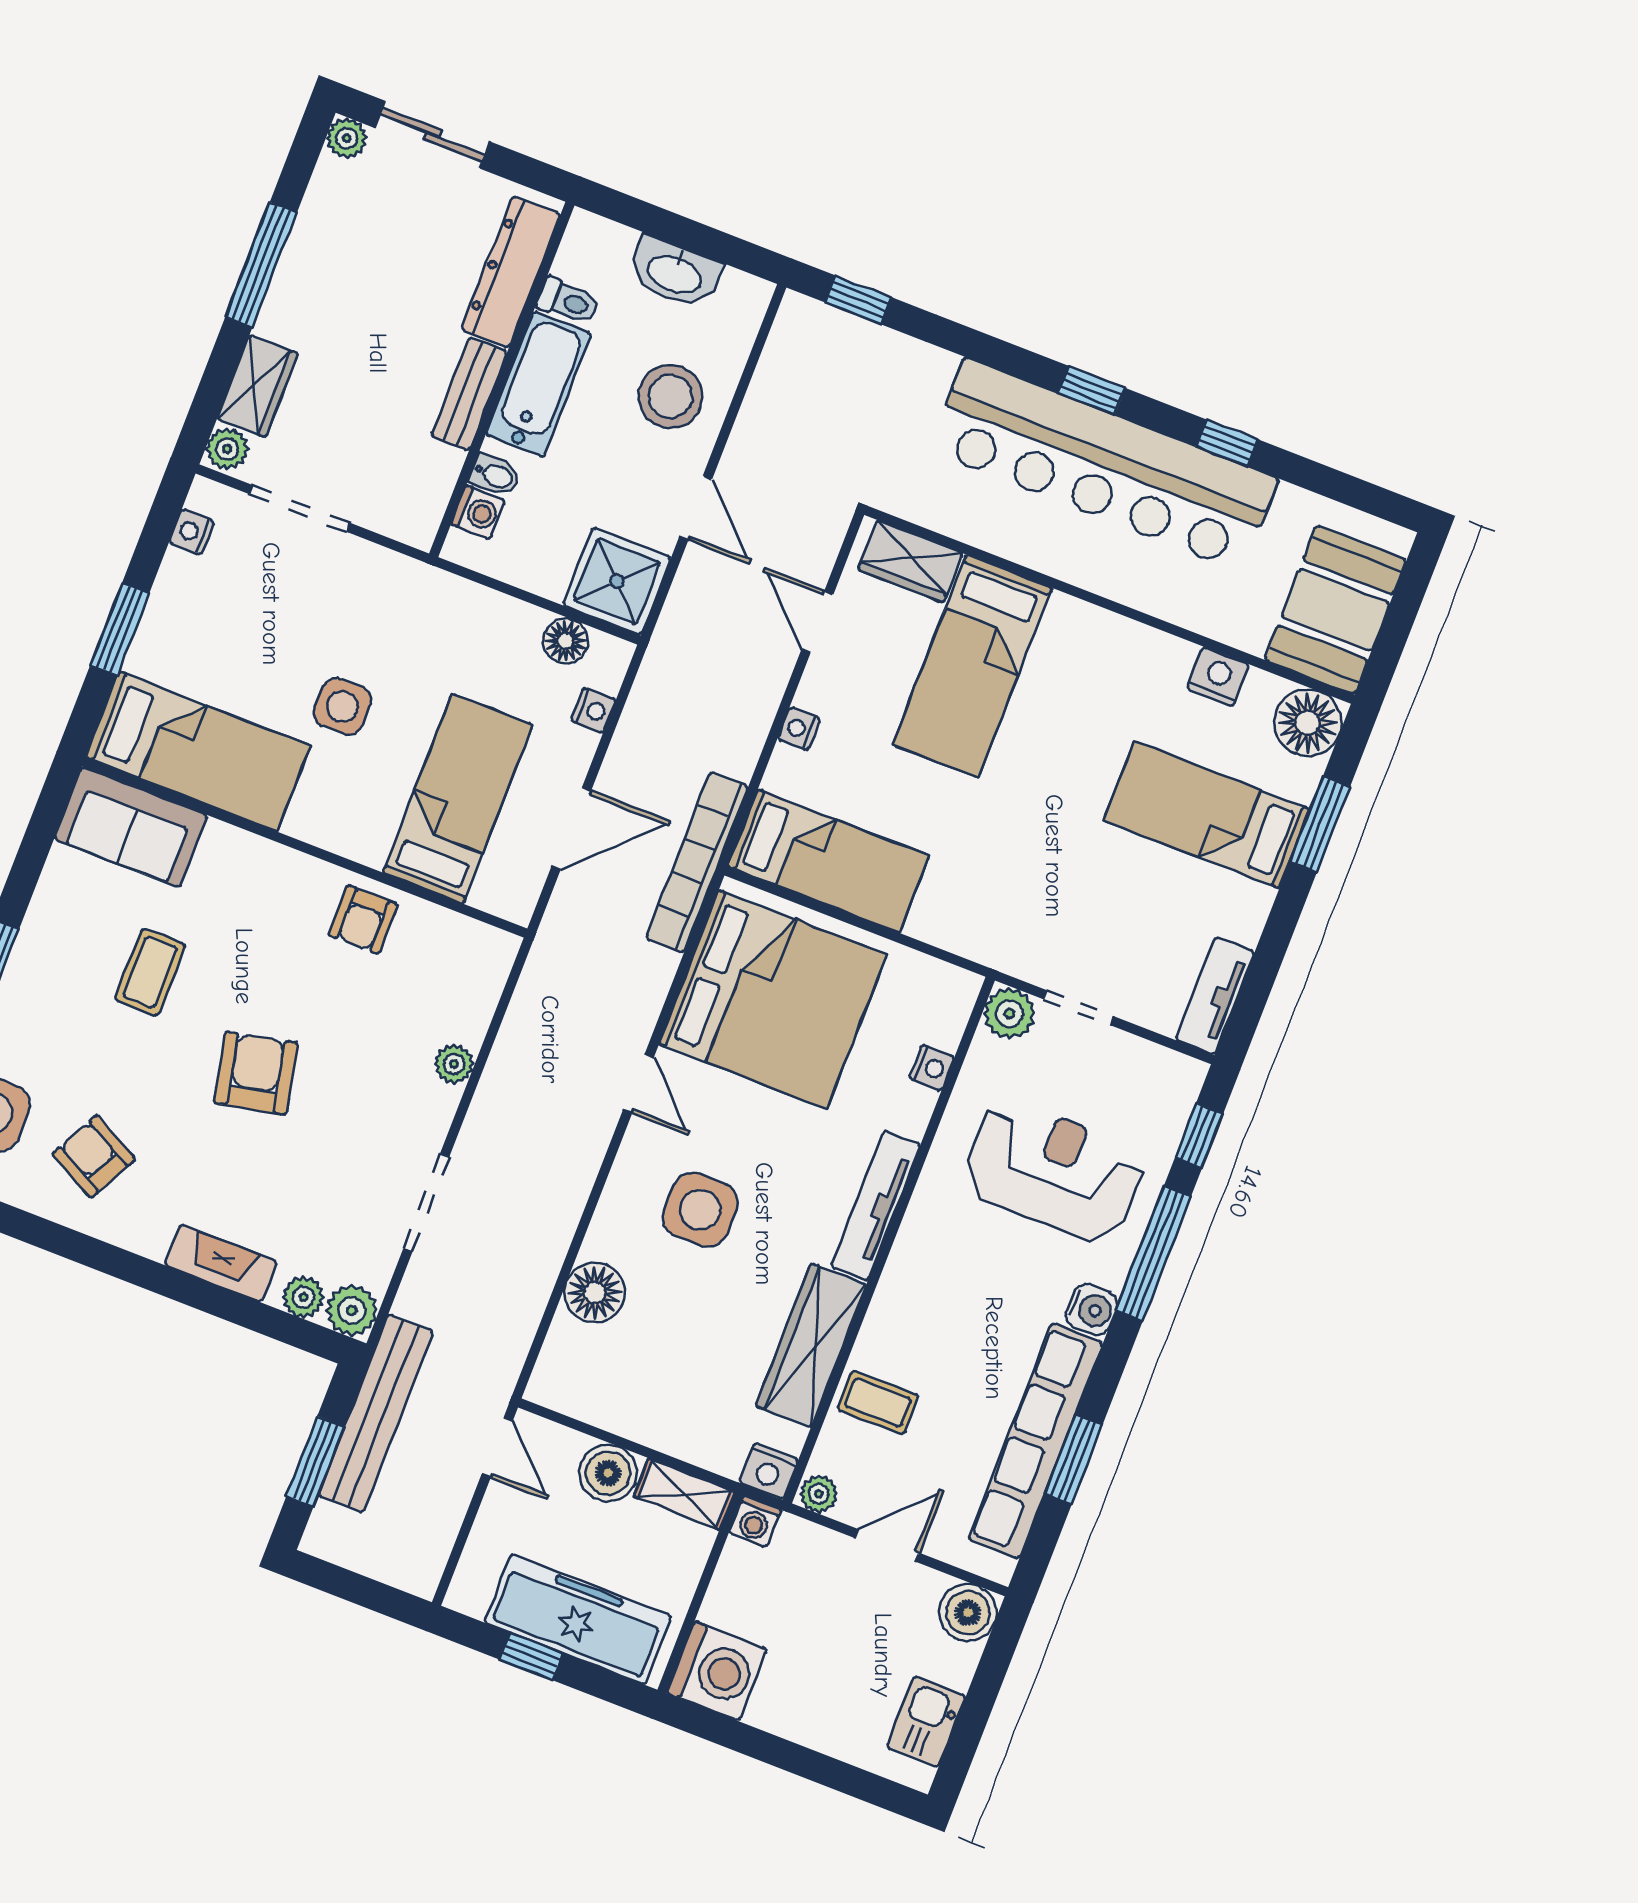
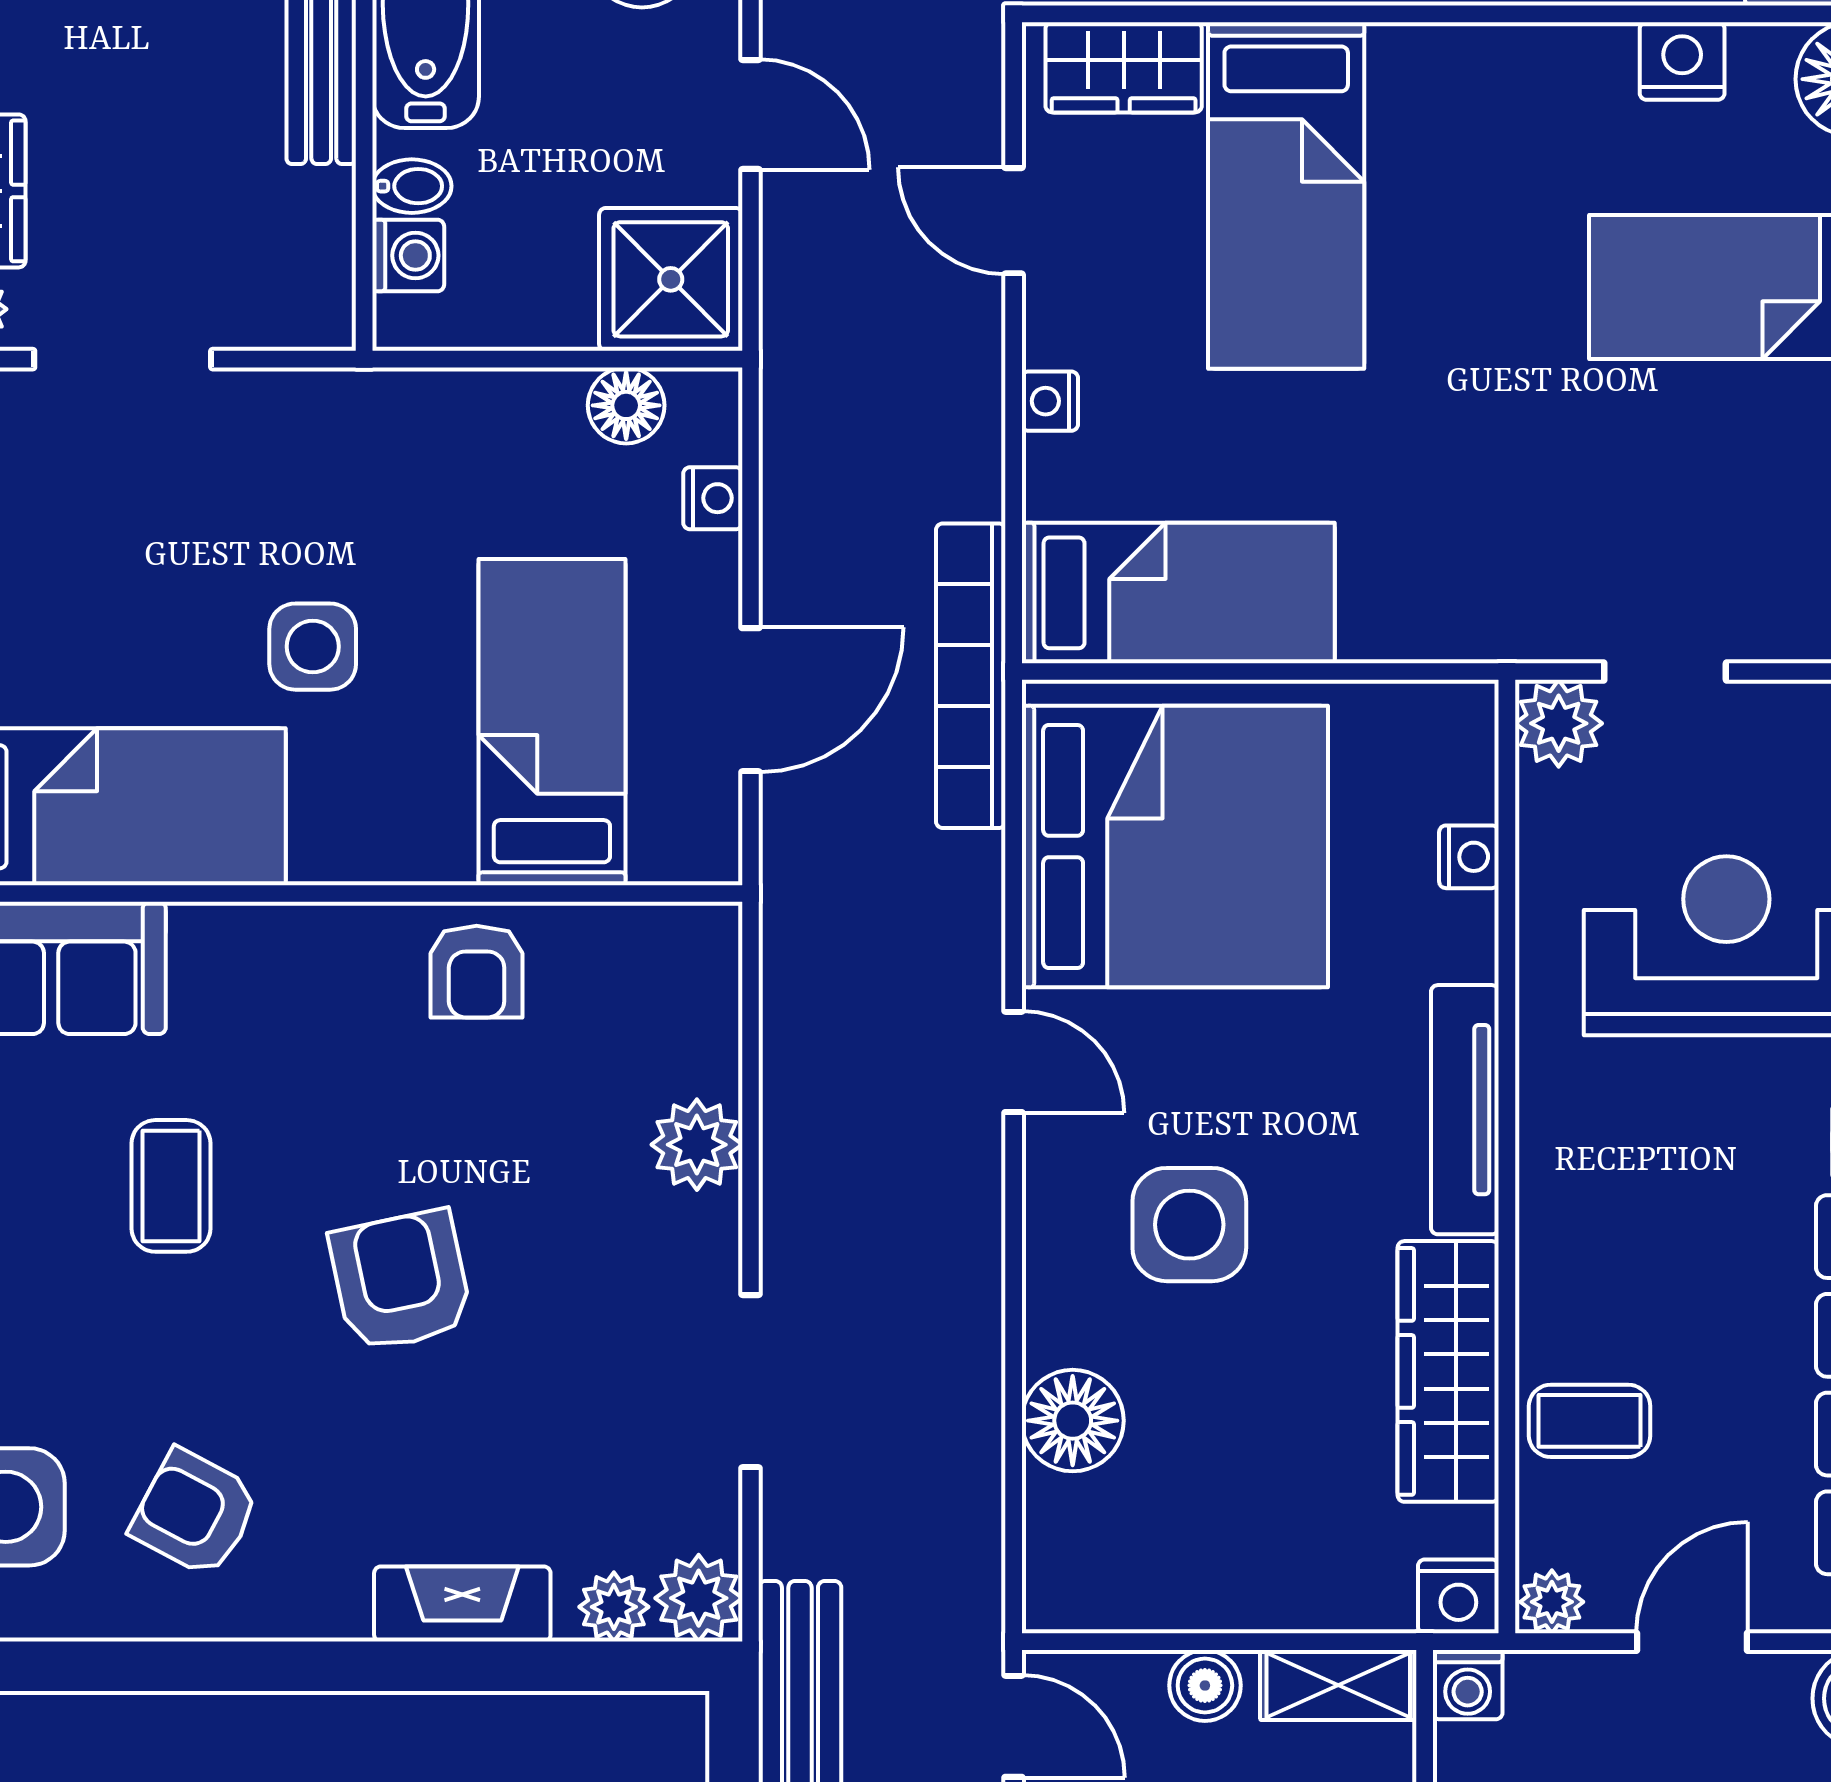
plant: (454, 1064) -> (697, 1145), width x1.38, depth x1.38
boiler: (608, 1473) -> (1205, 1685), width x0.73, depth x0.73

